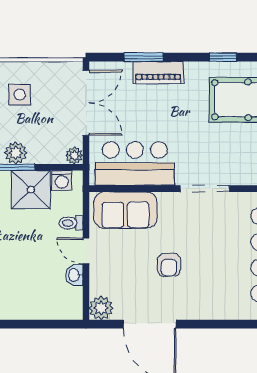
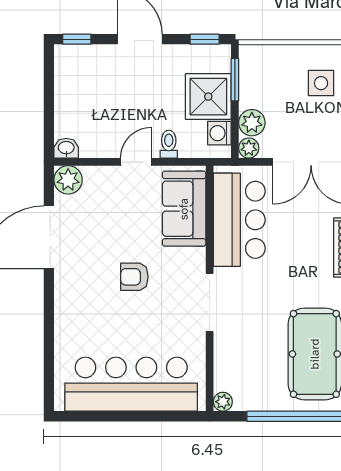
plant: (16, 153) -> (252, 123), moved
armchair: (169, 265) -> (134, 277), moved
washbasin: (74, 275) -> (66, 148), moved

